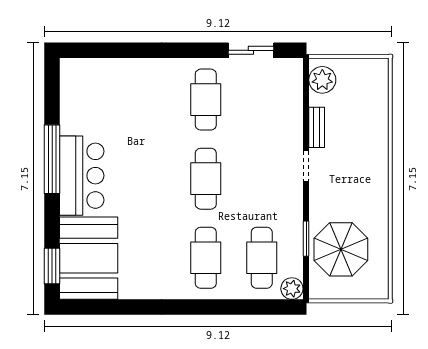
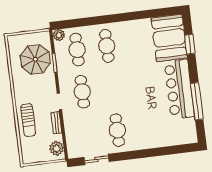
sun lounger: (368, 139) -> (28, 120), added
window: (52, 159) -> (197, 101), moved
bar counter: (82, 176) -> (179, 89), width x1.36
cafe table: (206, 179) -> (82, 92), moved
window: (52, 266) -> (190, 44), moved

